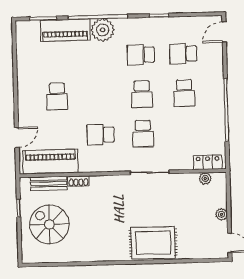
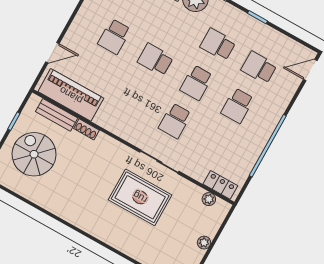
school desk: (101, 135) -> (155, 60), moved
rug: (153, 243) -> (140, 197), moved

